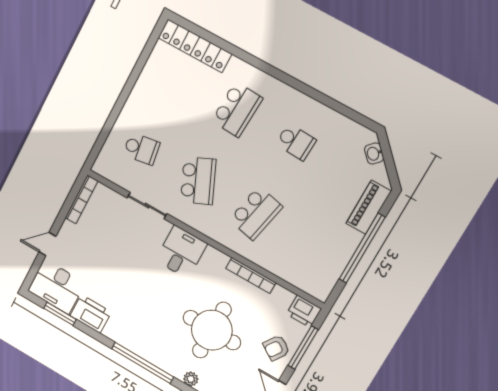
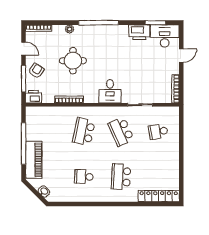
piano: (369, 207) -> (34, 160), width x1.37, depth x1.33
round table: (212, 330) -> (73, 61), width x0.73, depth x0.73

